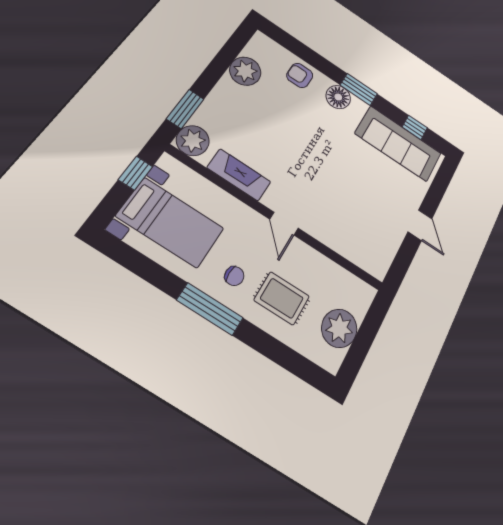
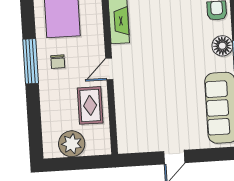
rug: (282, 298) -> (90, 105), moved

